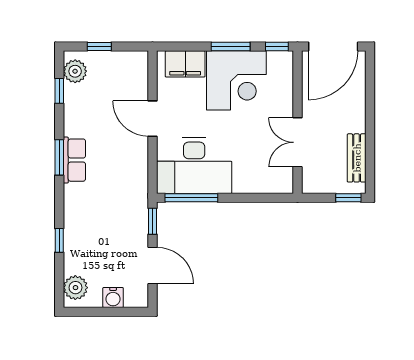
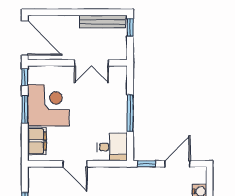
door: (152, 119) -> (75, 164), hinge flipped
bench: (357, 158) -> (102, 22), width x1.36
desk: (194, 166) -> (112, 147), width x0.53, depth x0.77
window: (191, 198) -> (130, 113), moved

